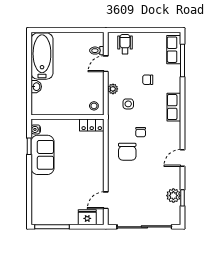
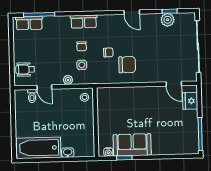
chair: (148, 80) -> (82, 46), moved
locker: (92, 125) -> (103, 99), removed

